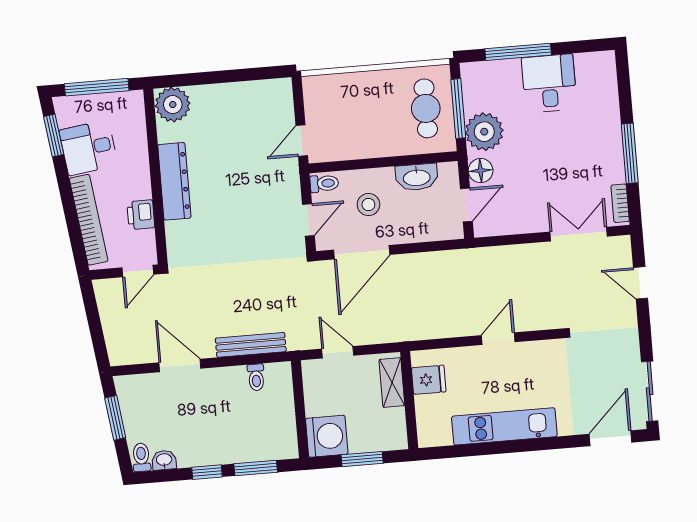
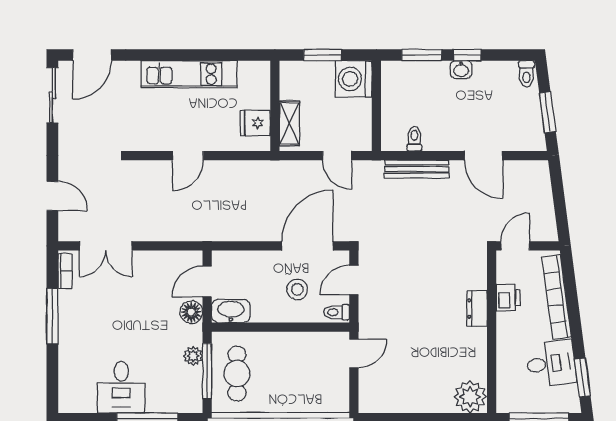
plant: (484, 132) -> (193, 356), width x0.53, depth x0.53
washbasin: (417, 177) -> (231, 311), moved
dresser: (174, 181) -> (477, 309), width x0.51, depth x0.80
washbasin: (164, 460) -> (461, 69), moved

